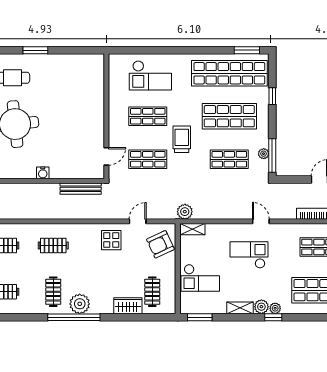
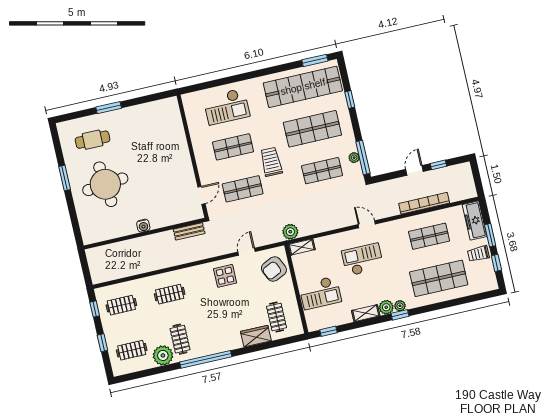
bench: (81, 189) -> (189, 231), width x0.73
plant: (80, 304) -> (163, 355), moved
window: (200, 317) -> (328, 331), width x0.67

